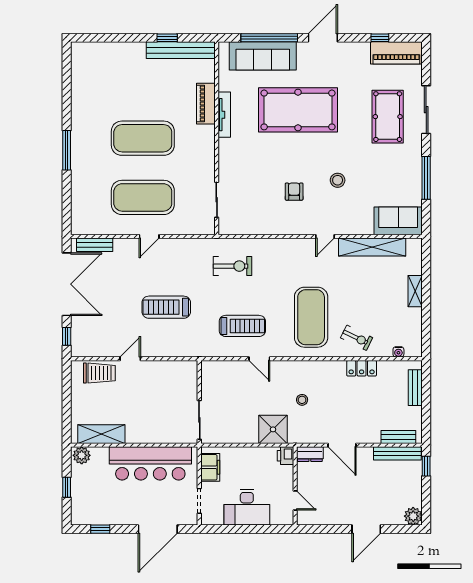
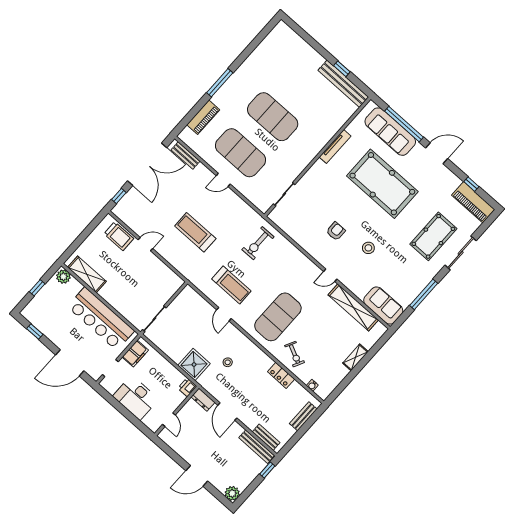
piano: (206, 104) -> (203, 117), moved, turned 180
exercise bike: (232, 266) -> (258, 243), turned 90

